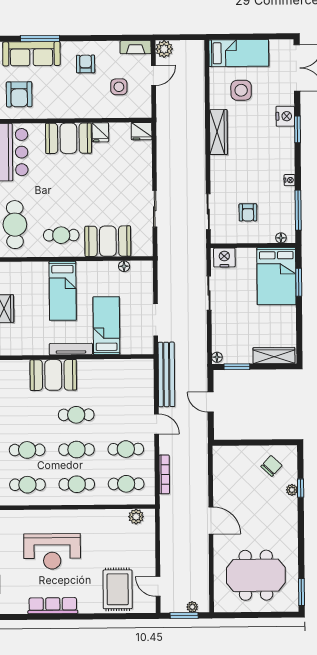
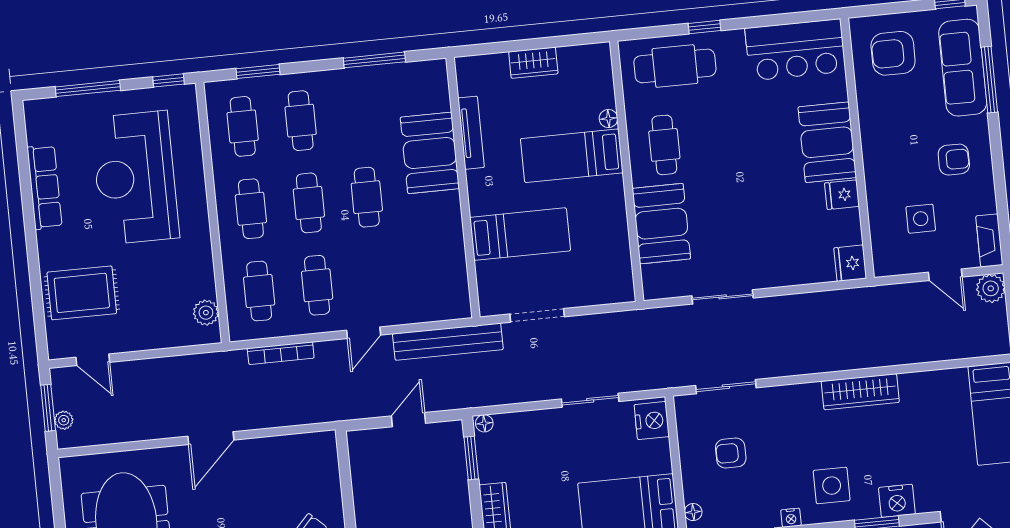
side table: (241, 90) -> (832, 486), moved
floor lamp: (124, 266) -> (608, 119), moved
tv unit: (71, 349) -> (471, 133), moved
reception desk: (52, 551) -> (135, 178), width x1.36, depth x1.30
door: (158, 586) -> (93, 360), swing flipped

